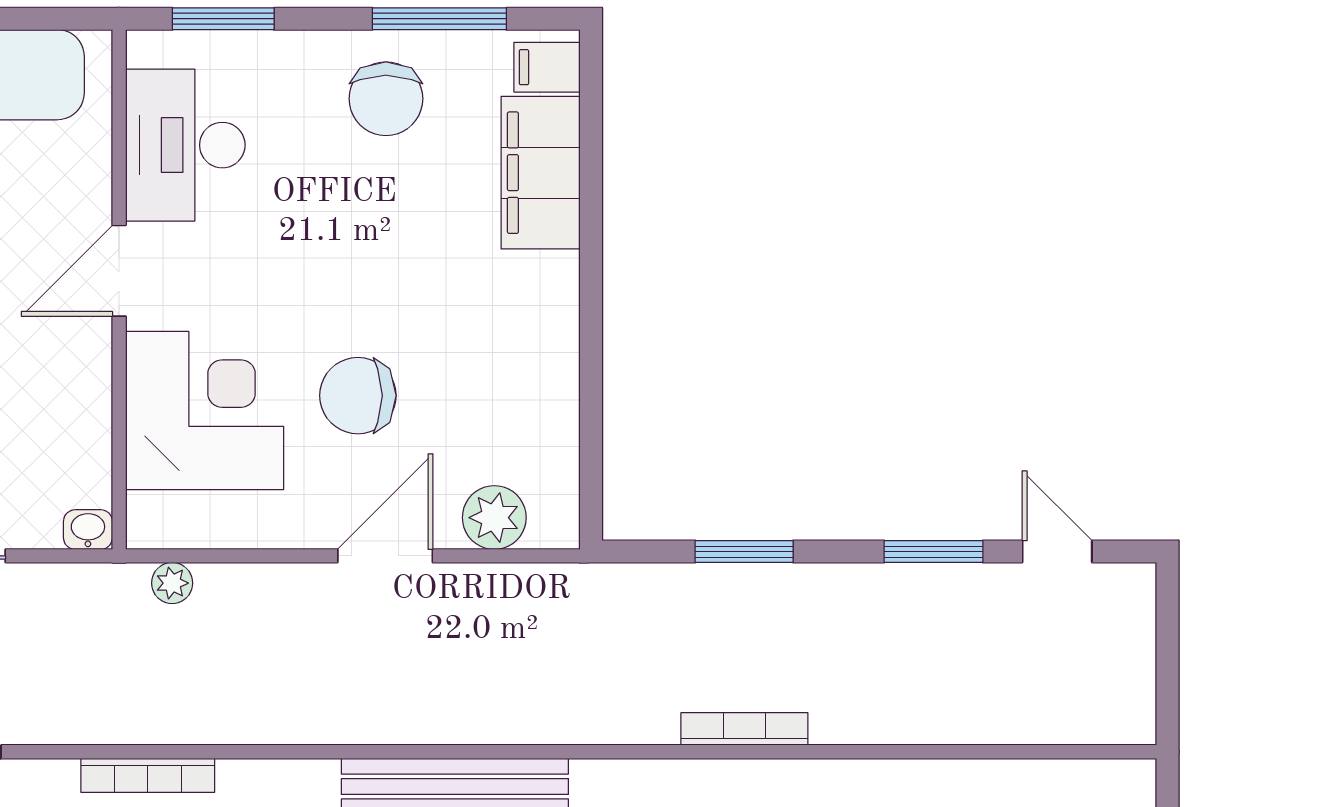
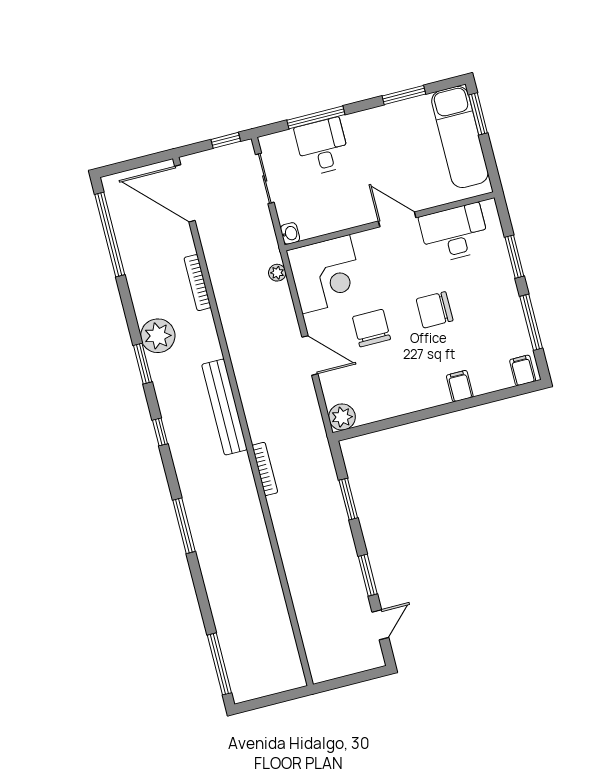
window: (223, 19) -> (514, 257), moved
chair: (386, 99) -> (435, 310), moved
filing cabinet: (541, 173) -> (460, 386), width x0.33, depth x0.86
corner desk: (205, 410) -> (326, 274), moved
plant: (494, 518) -> (342, 417), moved
bookcase: (744, 729) -> (265, 469), moved

